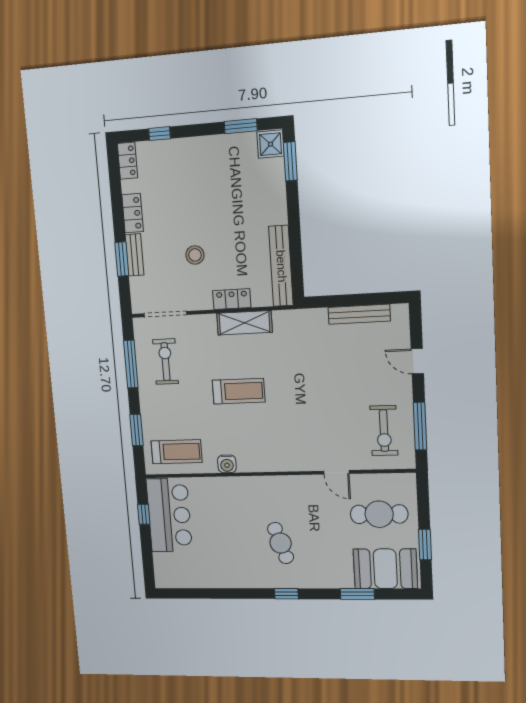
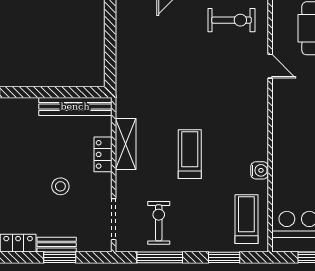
bench: (359, 314) -> (123, 37), removed
exercise bike: (166, 362) -> (159, 223), turned 90
door: (336, 472) -> (270, 66), hinge flipped

